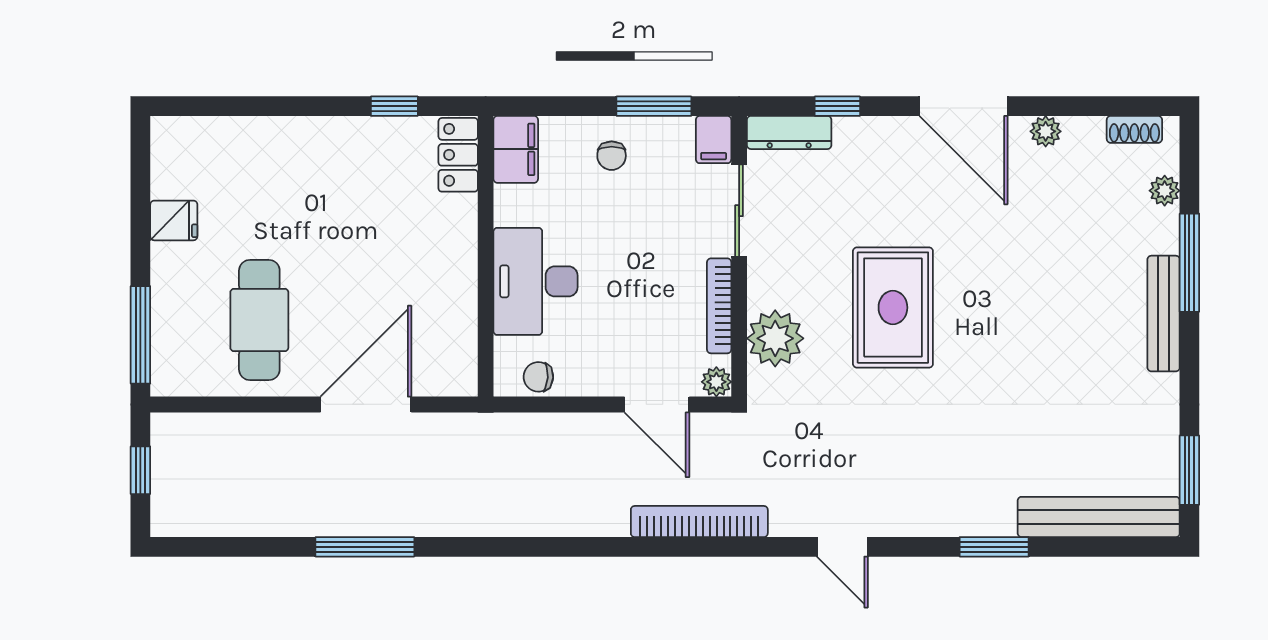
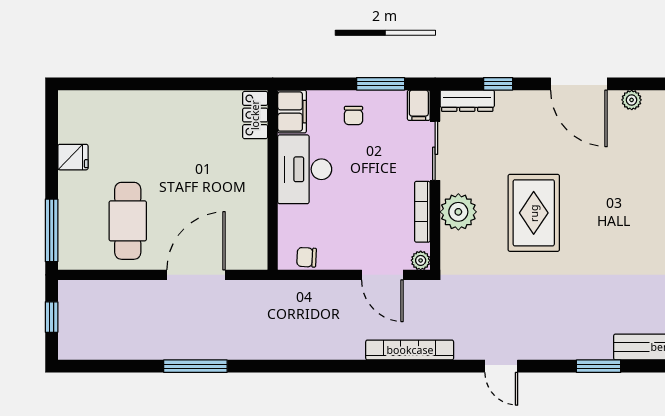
window: (394, 106) -> (214, 84), removed
desk: (536, 281) -> (305, 169), moved
plant: (775, 338) -> (458, 212), moved

